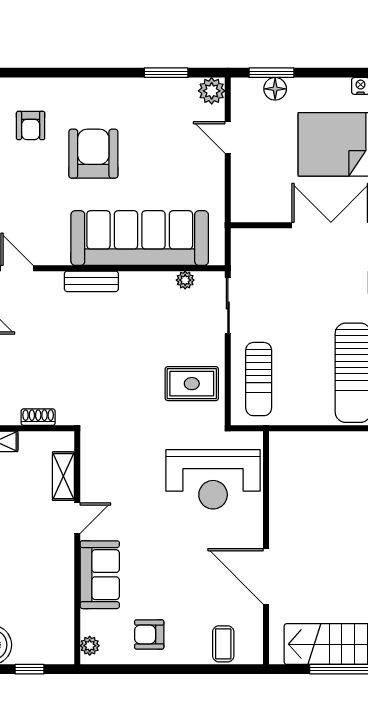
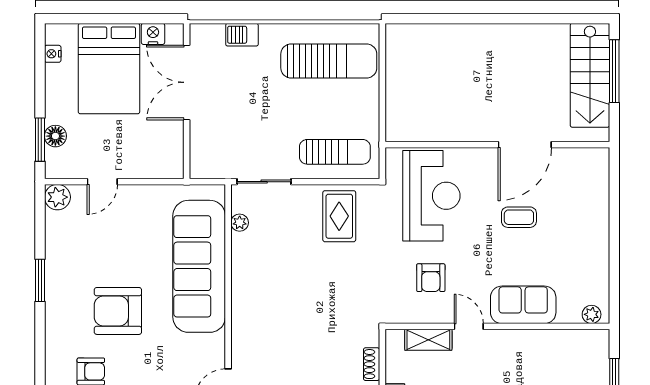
window: (166, 73) -> (40, 280), moved
bench: (91, 281) -> (241, 313), removed
armchair: (149, 634) -> (431, 278), moved
coffee table: (223, 644) -> (519, 217), moved

